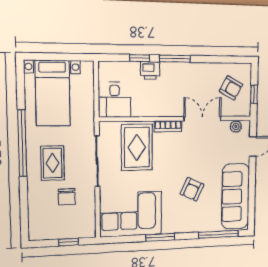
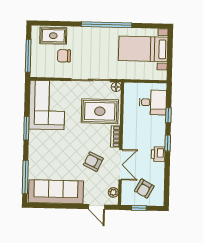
window: (175, 59) -> (168, 143), width x0.67
printer: (150, 70) -> (158, 154), moved
desk: (115, 100) -> (153, 102), moved, turned 180
floor lamp: (105, 128) -> (116, 87), added
rug: (53, 163) -> (53, 36), moved
armchair: (192, 189) -> (93, 162), moved
window: (69, 242) -> (28, 56), width x2.17

